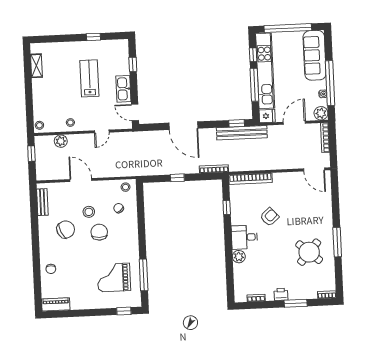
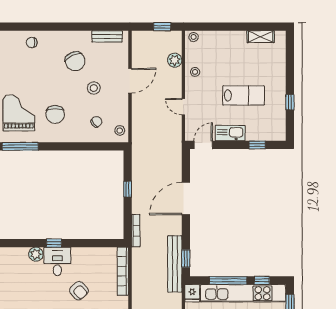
window: (227, 207) -> (54, 243), moved
chair: (99, 232) -> (55, 115), moved, turned 90

